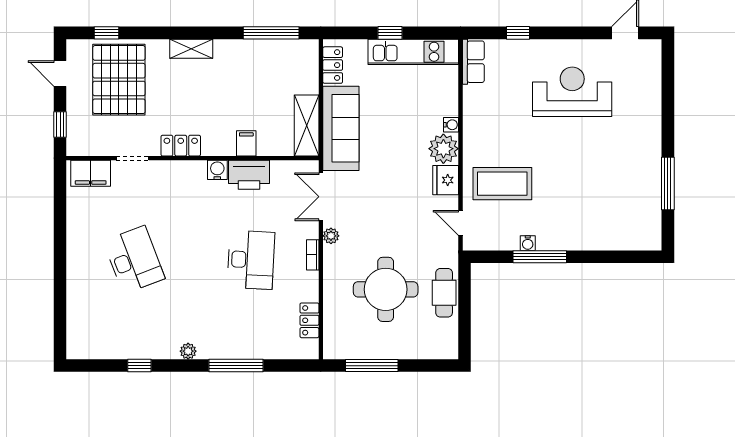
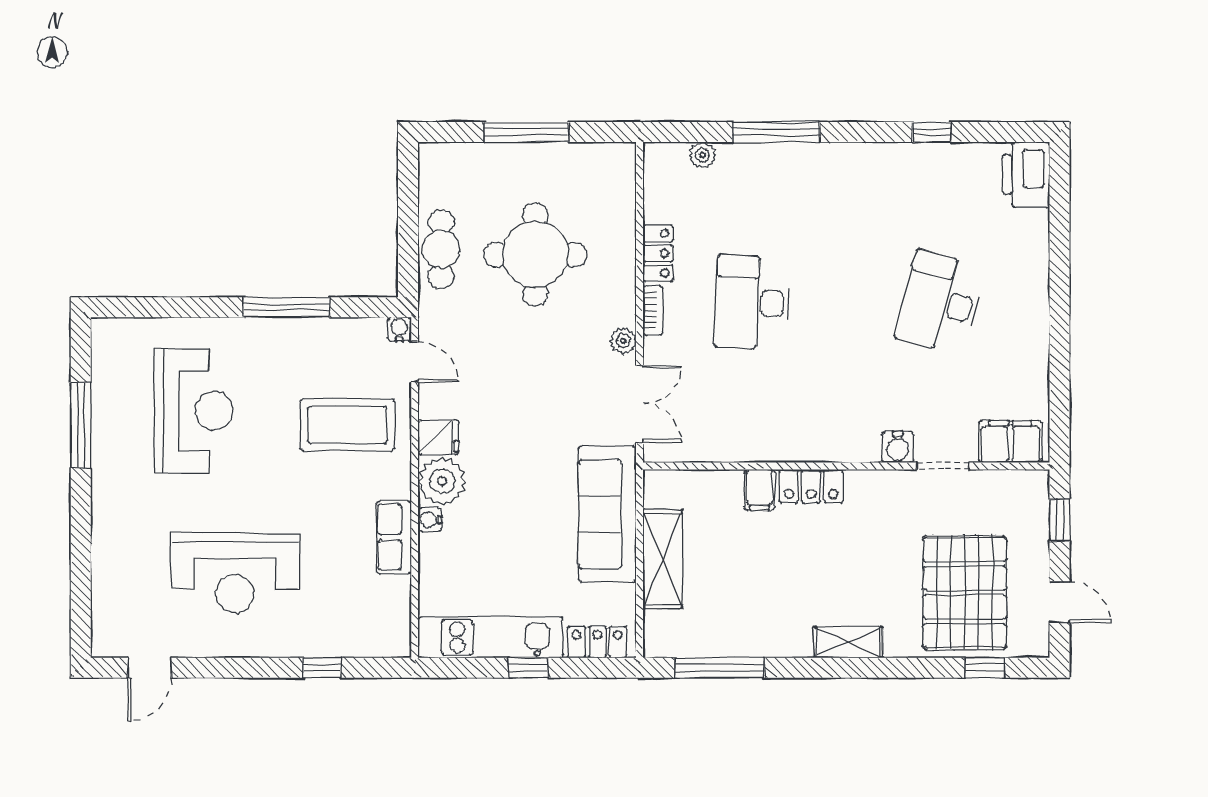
row of seats: (473, 62) -> (394, 537), moved
locker: (333, 65) -> (597, 642), moved, turned 90
shelving: (307, 125) -> (663, 559), moved
locker: (181, 146) -> (811, 486), moved
water cooler: (217, 170) -> (897, 447), moved
printer: (249, 175) -> (1026, 175), moved, turned -90
fridge: (446, 180) -> (438, 437), width x0.72
reception desk: (598, 192) -> (193, 411), added
water cooler: (528, 243) -> (399, 329), moved
desk: (134, 260) -> (940, 302), turned 36
locker: (309, 320) -> (658, 253), moved
plant: (188, 351) -> (702, 155), moved
window: (372, 366) -> (527, 132), moved

